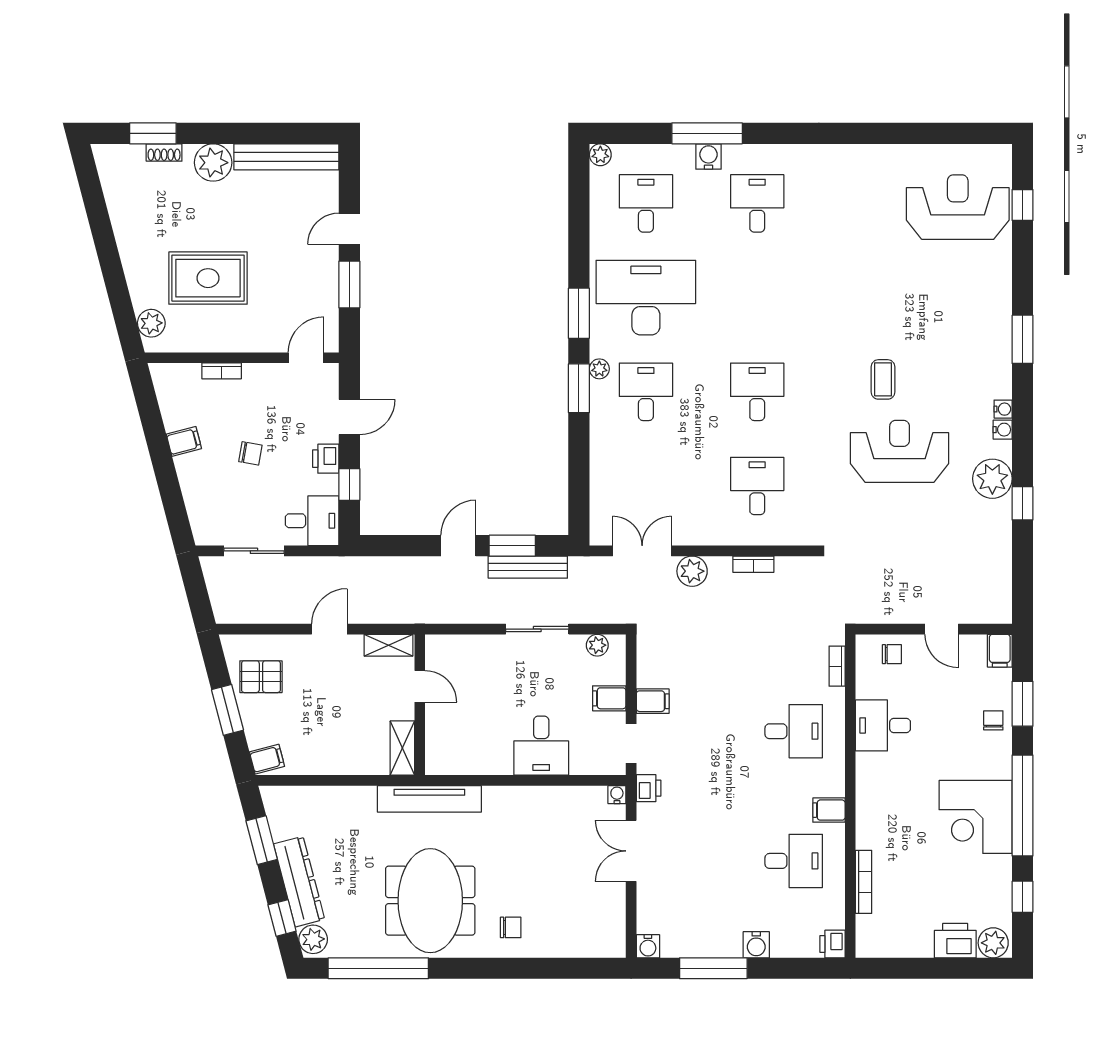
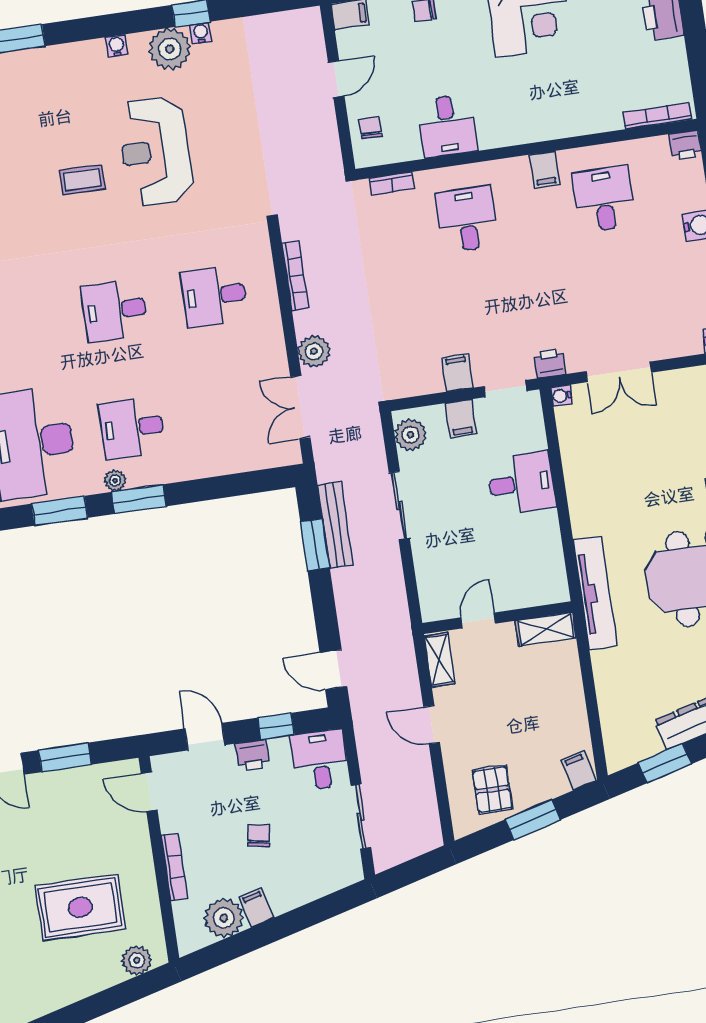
rug: (208, 278) -> (80, 907), turned 90
bookcase: (222, 371) -> (174, 867), width x1.56
water cooler: (1003, 409) -> (201, 33), moved
plant: (179, 410) -> (224, 918), added
door: (458, 546) -> (333, 669), moved
bookcase: (753, 564) -> (295, 276), width x1.56
plant: (597, 645) -> (411, 435), width x1.38, depth x1.38
bookcase: (864, 882) -> (657, 116), moved

